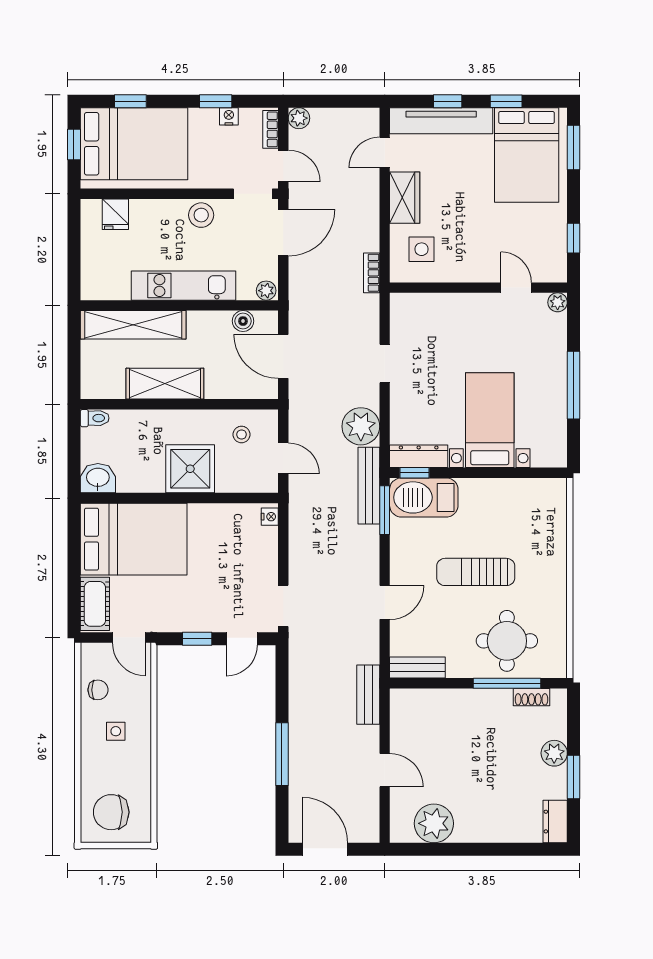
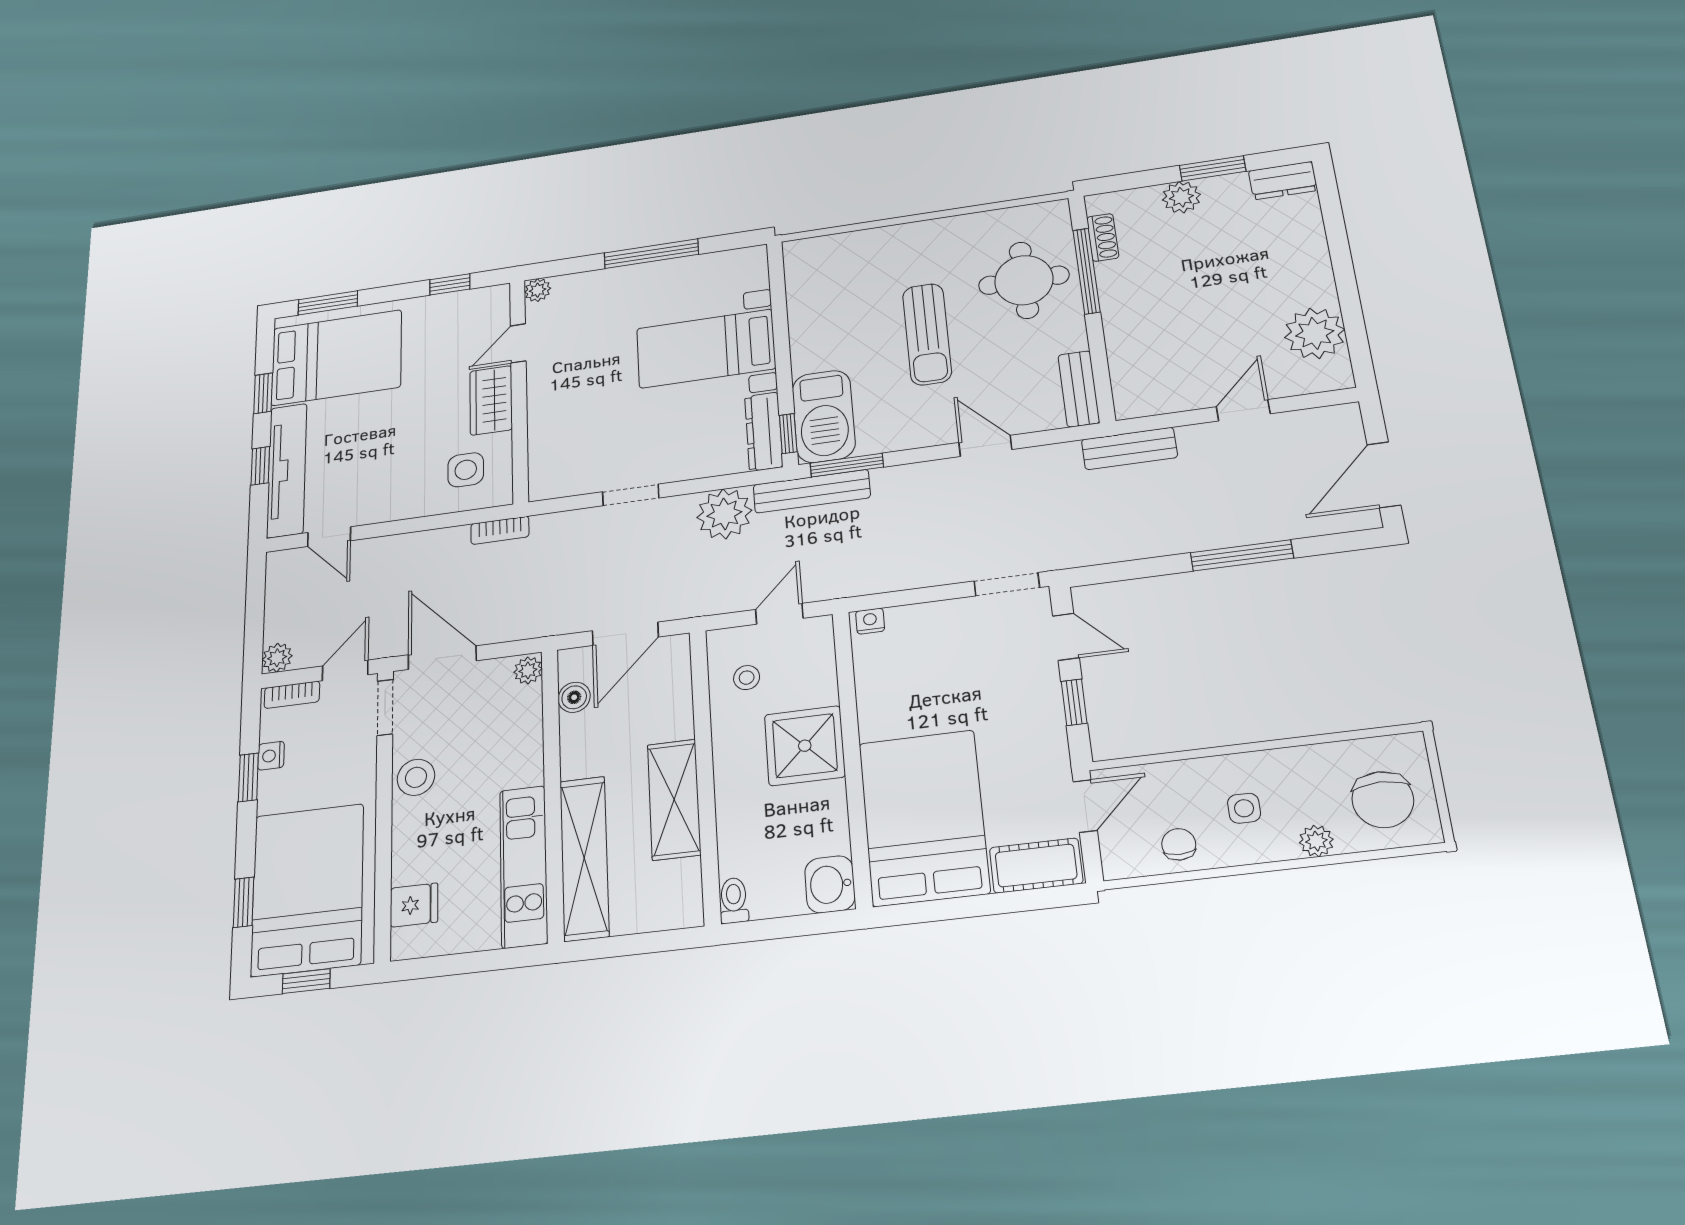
wardrobe: (405, 198) -> (491, 400), moved, turned -90
kitchen unit: (183, 286) -> (524, 866), moved
plant: (90, 770) -> (1316, 841), added

